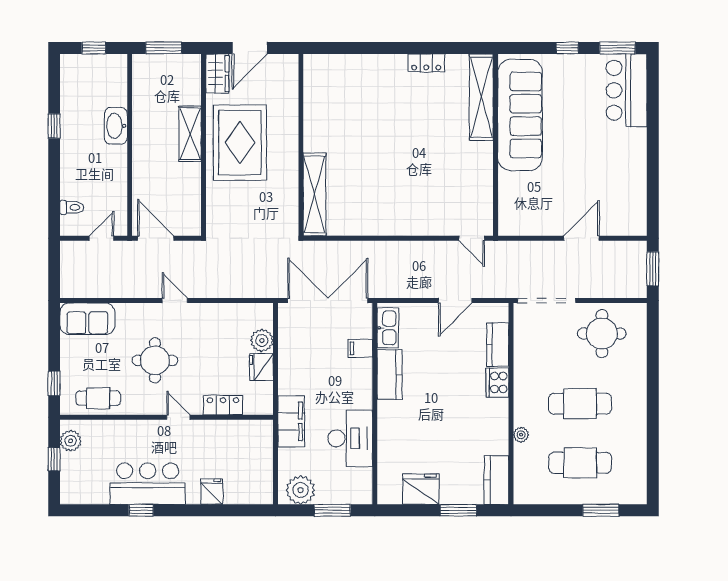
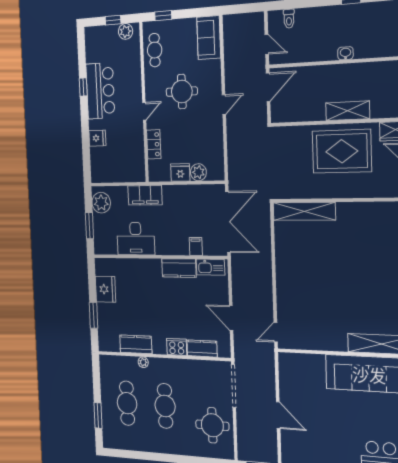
washbasin: (116, 126) -> (345, 53), width x0.52, depth x0.69
kitchen counter: (496, 480) -> (136, 344), moved

